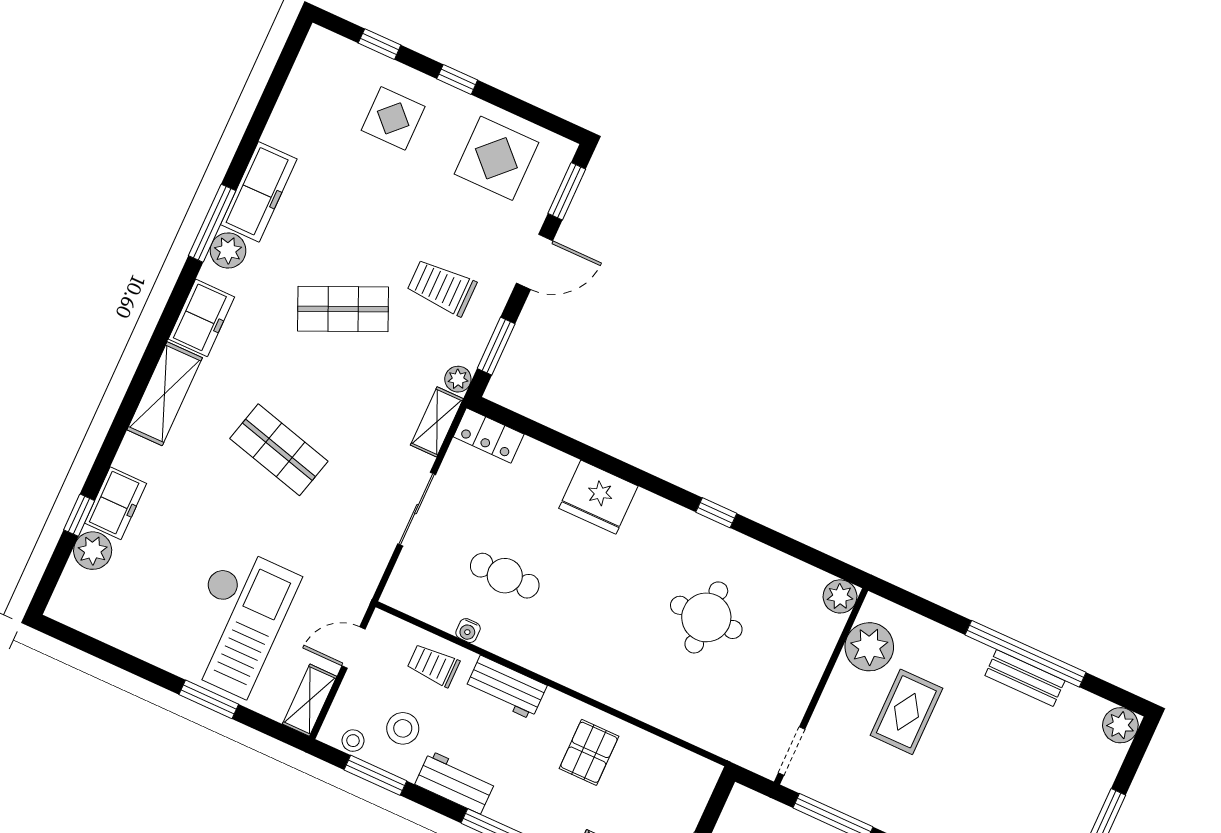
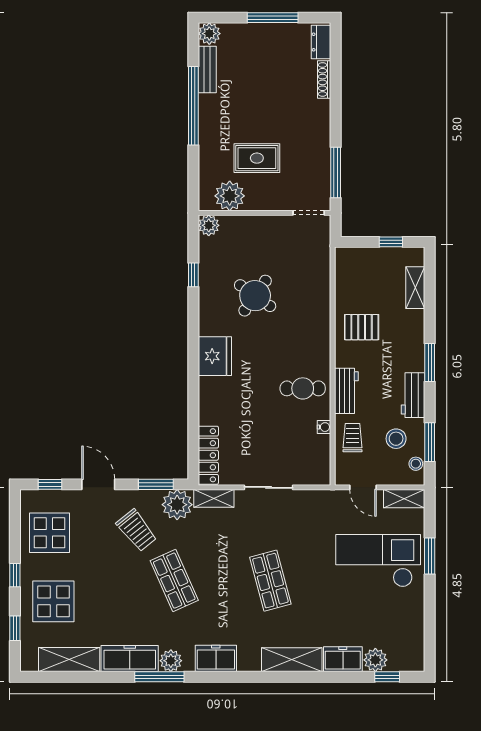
shelving: (298, 102) -> (69, 660), added
display table: (393, 118) -> (53, 601), width x1.36, depth x1.36
window: (567, 191) -> (50, 484), width x0.67
trolley: (442, 287) -> (137, 530), turned -39
plant: (458, 379) -> (177, 505), width x1.87, depth x1.87
shelving: (165, 394) -> (292, 660), moved
locker: (489, 436) -> (208, 455), width x1.53
shop shelf: (279, 450) -> (270, 581), turned -30
fridge: (598, 497) -> (215, 356), moved
window: (716, 513) -> (193, 275), moved
window: (79, 515) -> (387, 677), moved
cafe table: (505, 576) -> (303, 388), moved, turned 90
round table: (706, 617) -> (255, 296), turned 35
trolley: (433, 665) -> (352, 438), turned 180
bench: (1025, 678) -> (207, 70), moved

